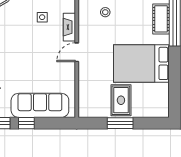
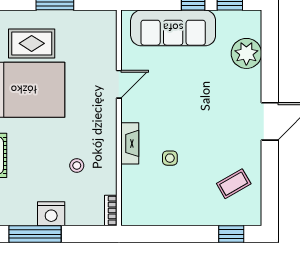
door: (77, 52) -> (119, 84), moved
rug: (121, 100) -> (32, 43), moved, turned 90

